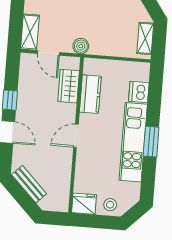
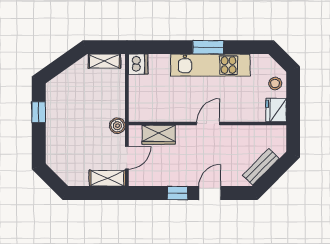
dishwasher: (139, 92) -> (138, 64), moved, turned -90
kitchen counter: (90, 94) -> (165, 112), removed
door: (76, 136) -> (208, 123), swing flipped

